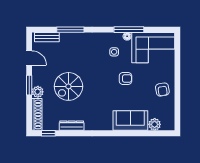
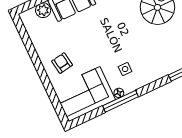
armchair: (125, 79) -> (99, 46), removed
armchair: (162, 90) -> (62, 63), moved

